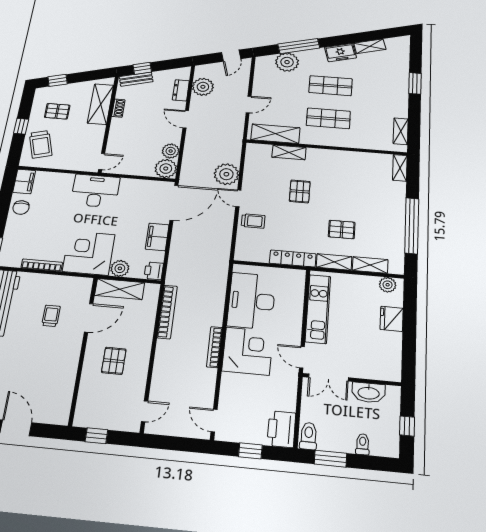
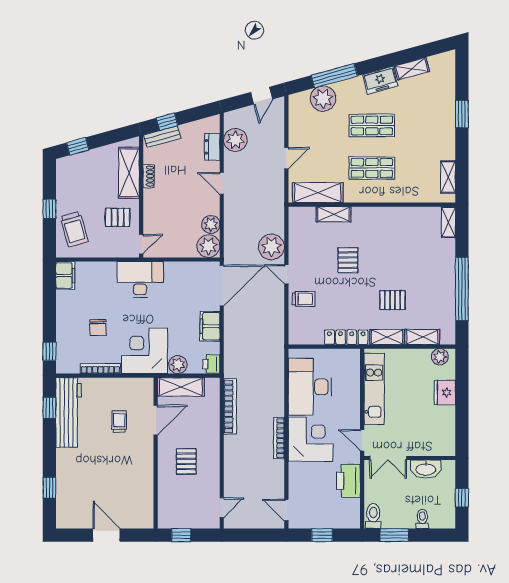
pallet: (57, 111) -> (118, 217), moved
chair: (21, 208) -> (98, 328), moved
printer: (281, 429) -> (348, 481), moved

